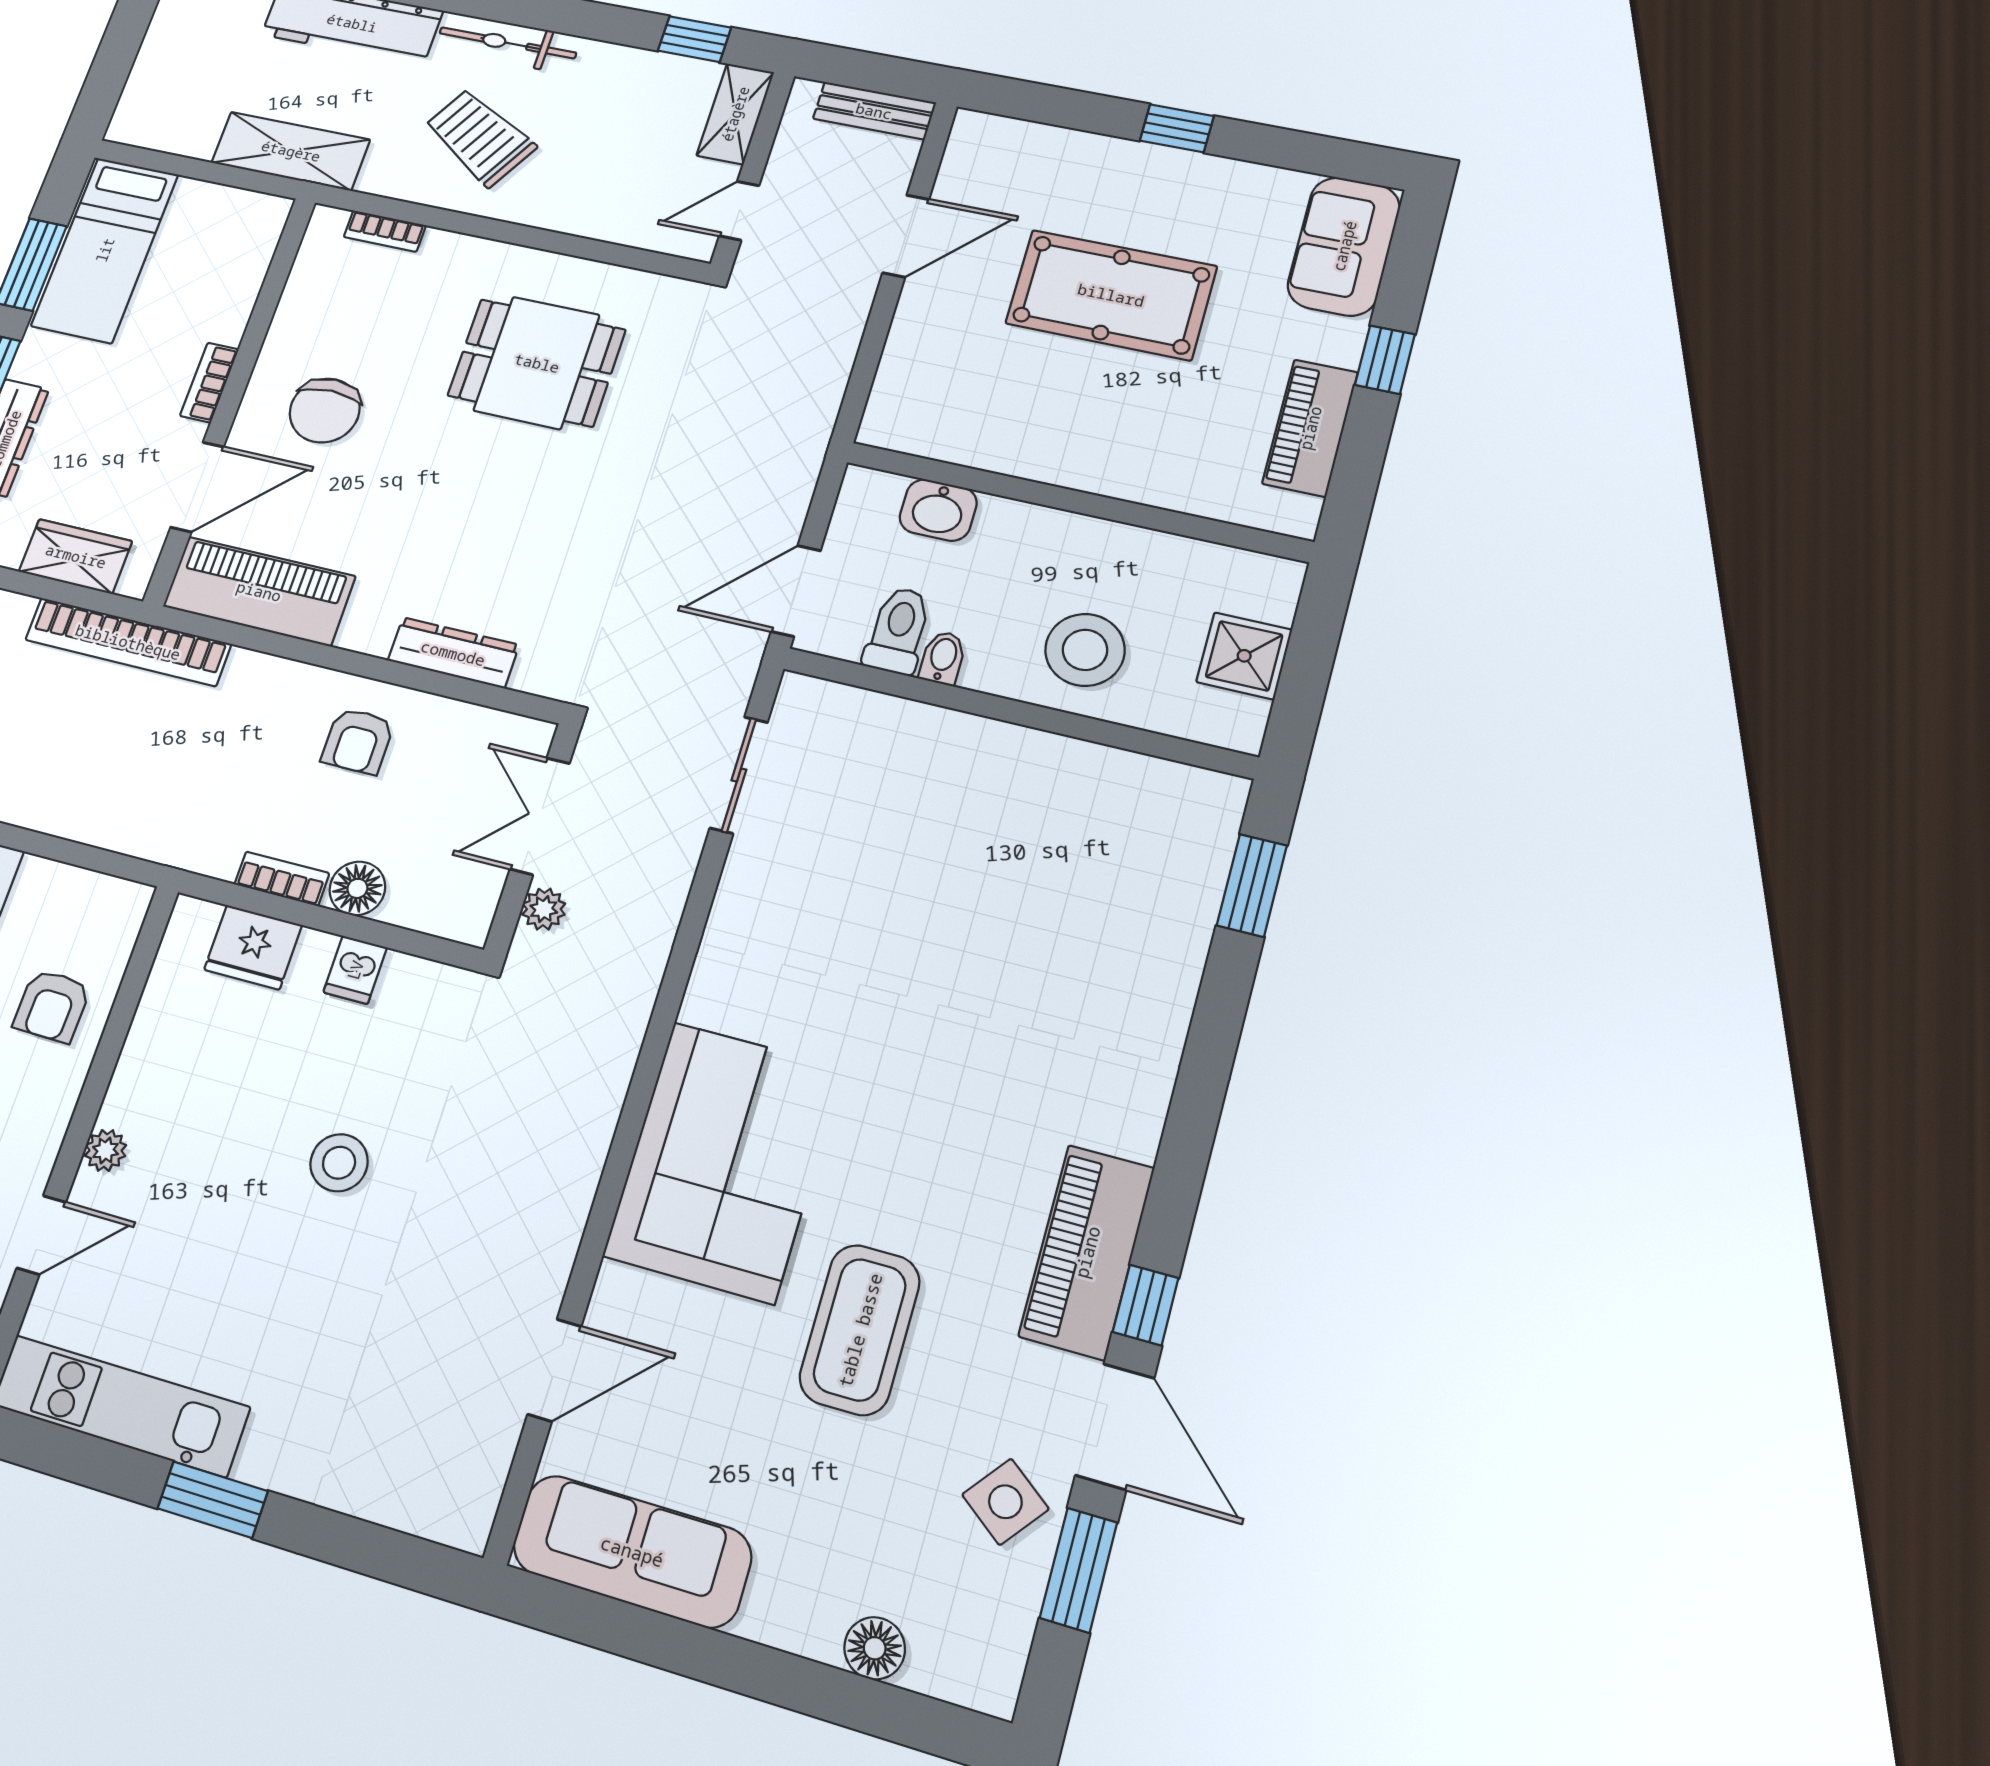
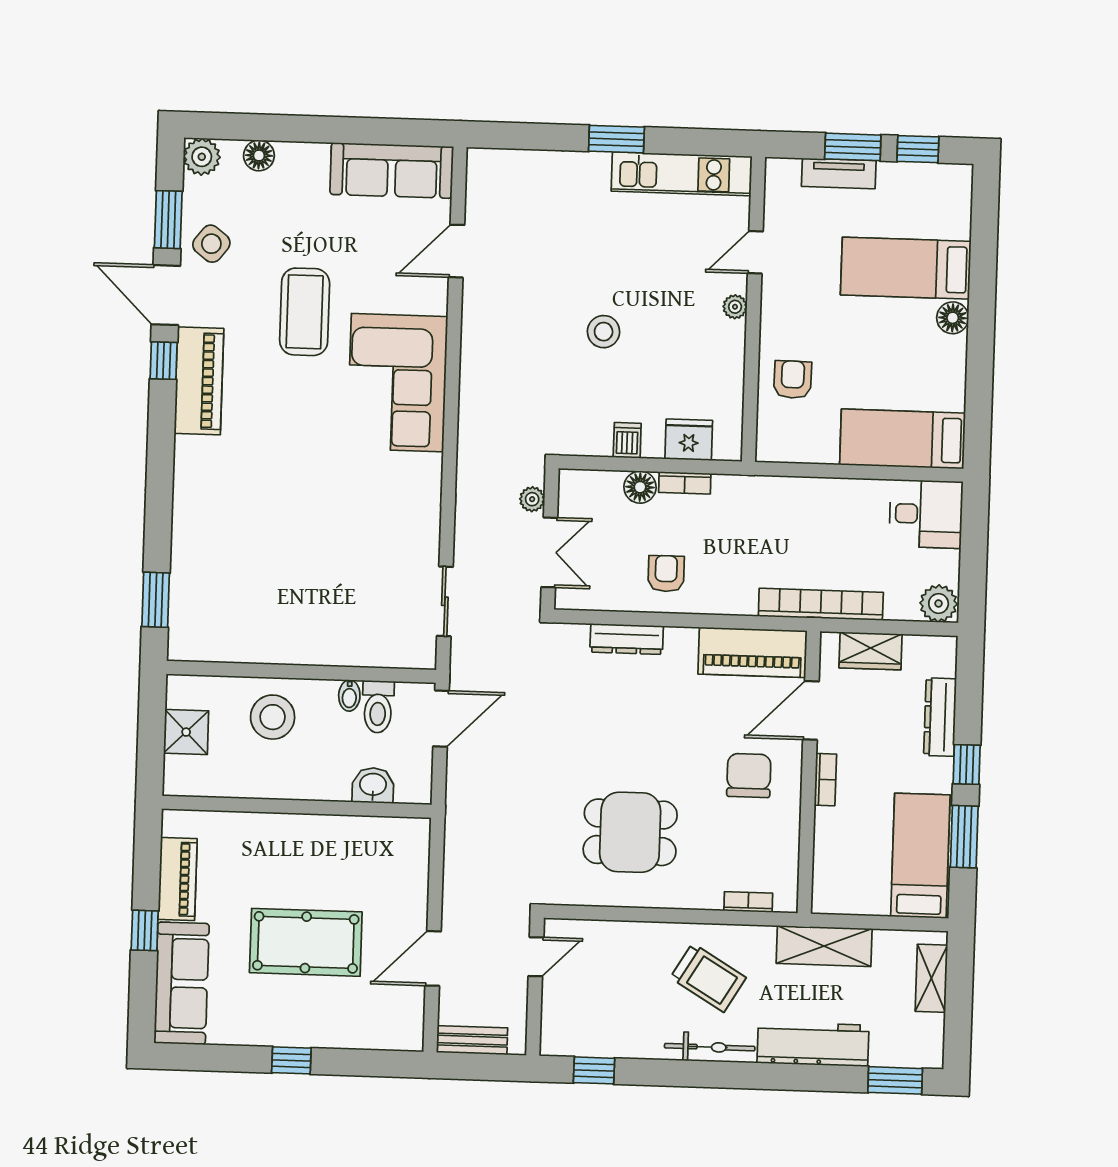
shelving: (735, 114) -> (931, 978), moved
sofa: (1344, 246) -> (182, 983), width x1.36
plant: (986, 1676) -> (202, 157), added

